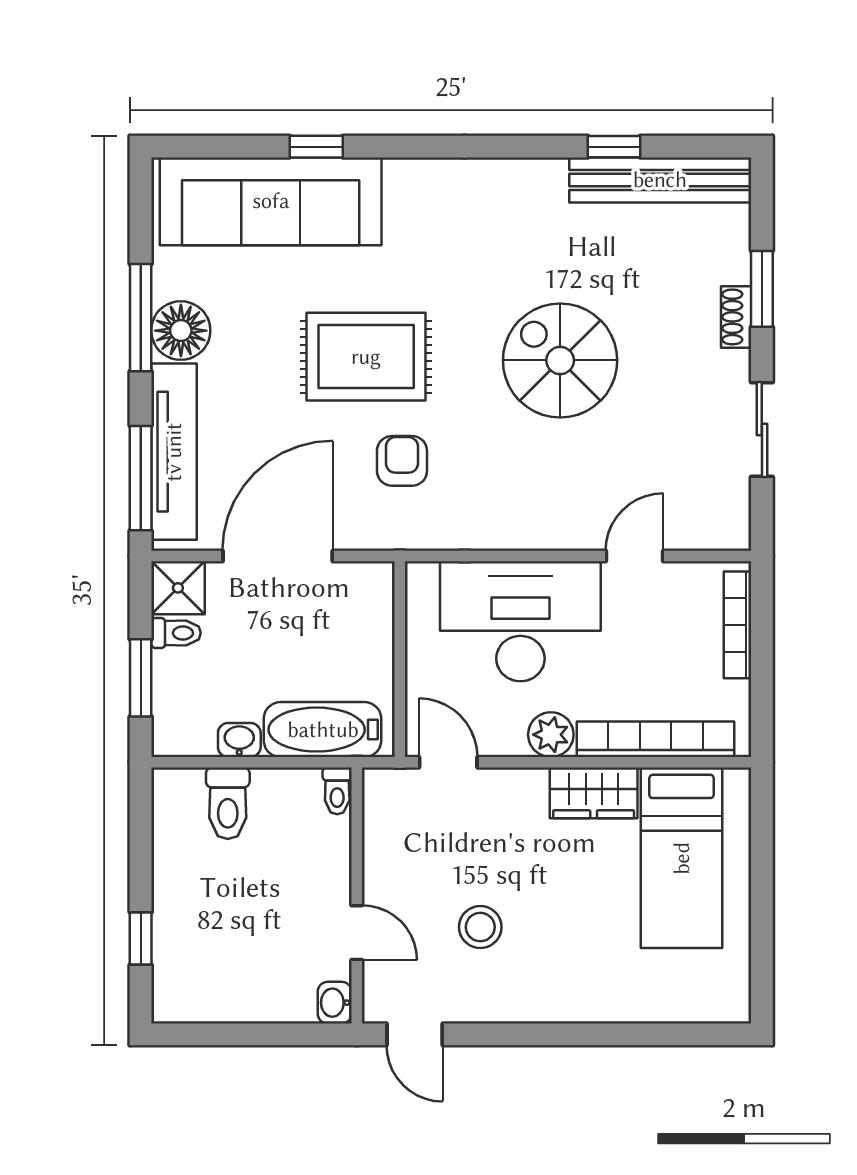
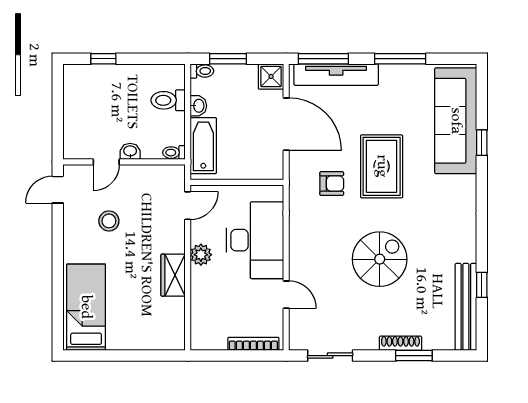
shoe rack: (736, 317) -> (400, 343), width x1.43
floor lamp: (181, 331) -> (394, 78), removed
sliding door: (762, 429) -> (330, 356), moved
toilet: (176, 633) -> (202, 71), moved, turned -90
bookcase: (656, 739) -> (199, 305), removed
bed: (682, 858) -> (86, 307), moved, turned 90
washbasin: (335, 1003) -> (130, 151), moved

